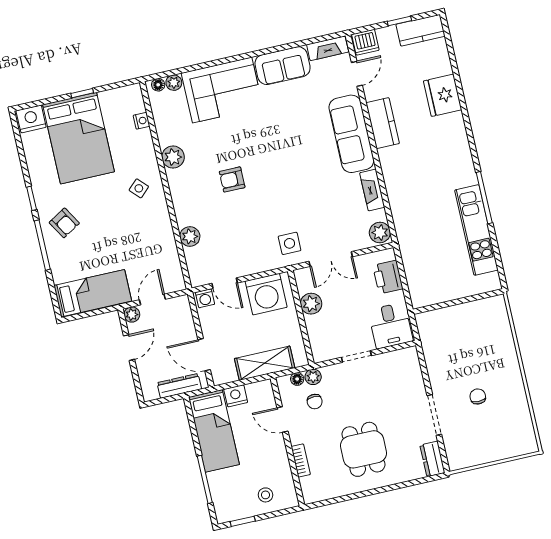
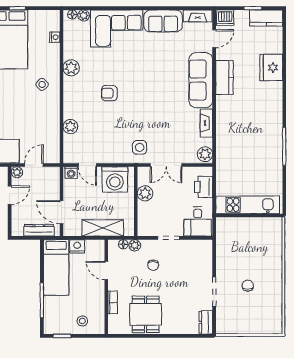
kitchen unit: (476, 230) -> (248, 205), moved, turned 90
chair: (315, 402) -> (153, 265), moved
dining table: (364, 449) -> (146, 314), moved

